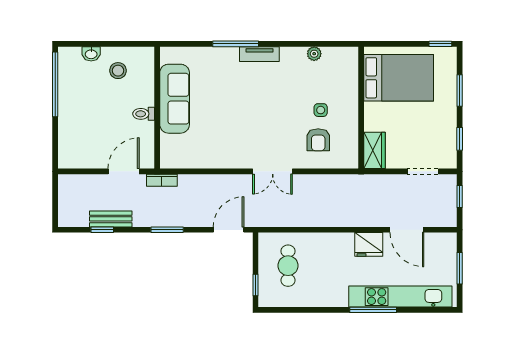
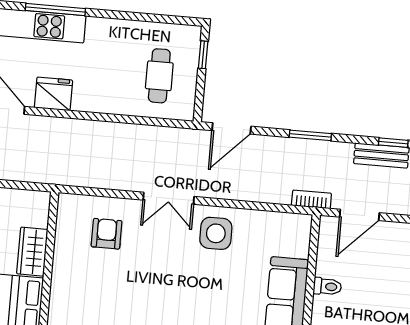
side table: (321, 110) -> (216, 233), moved, width x1.87, depth x1.87
wardrobe: (375, 150) -> (32, 252), moved
double door: (273, 171) -> (169, 198), swing flipped

